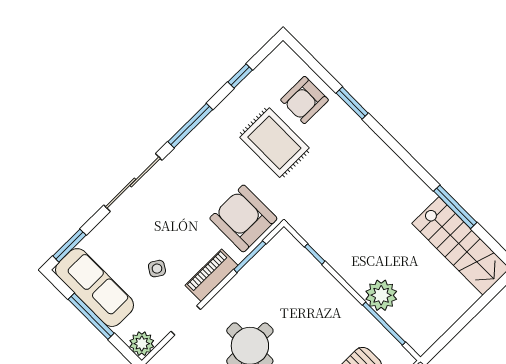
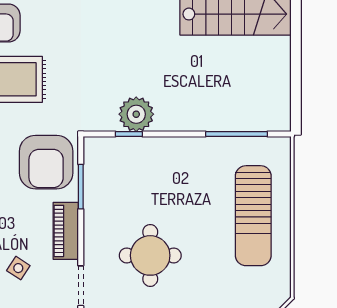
armchair: (243, 218) -> (46, 162), turned -90
plant: (381, 295) -> (136, 114), moved

